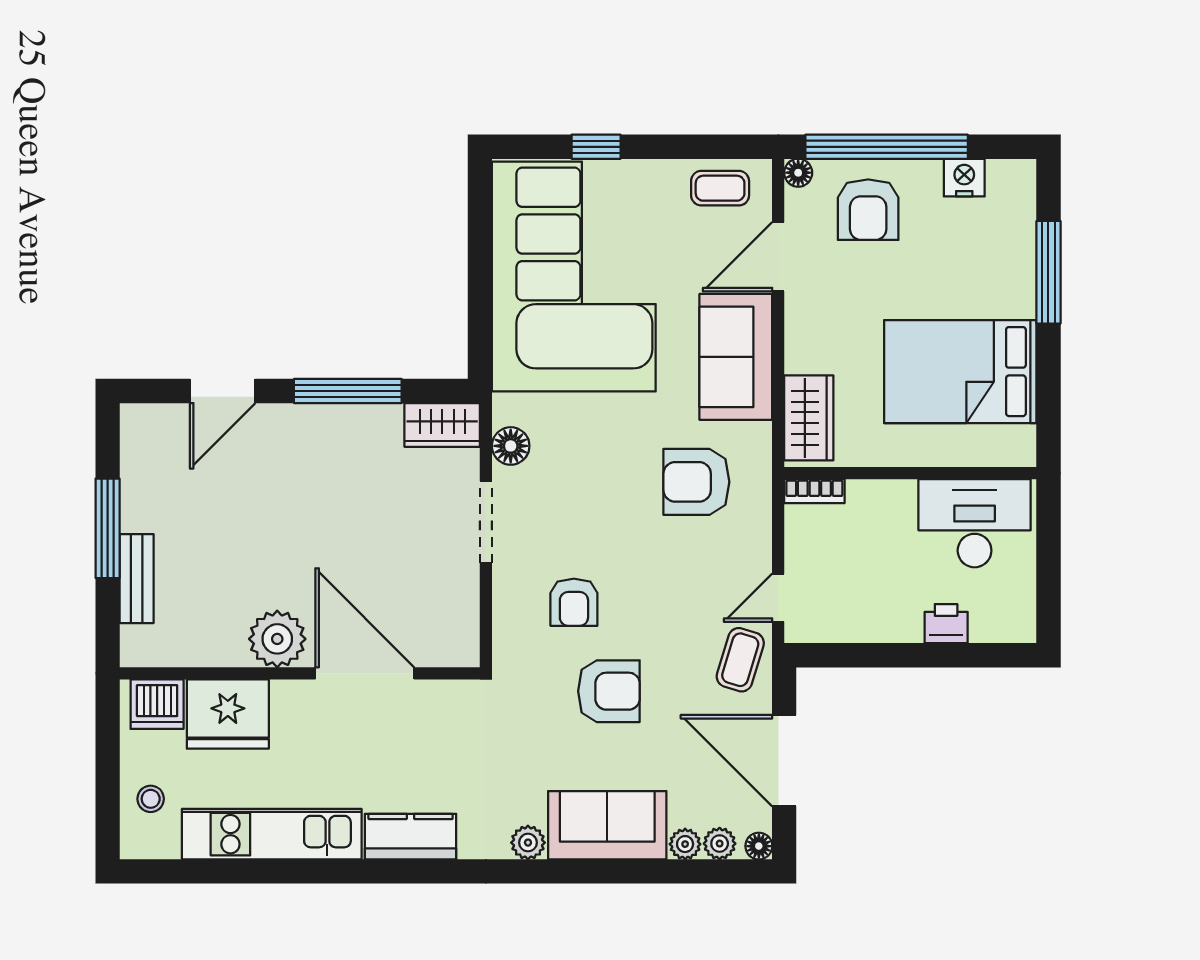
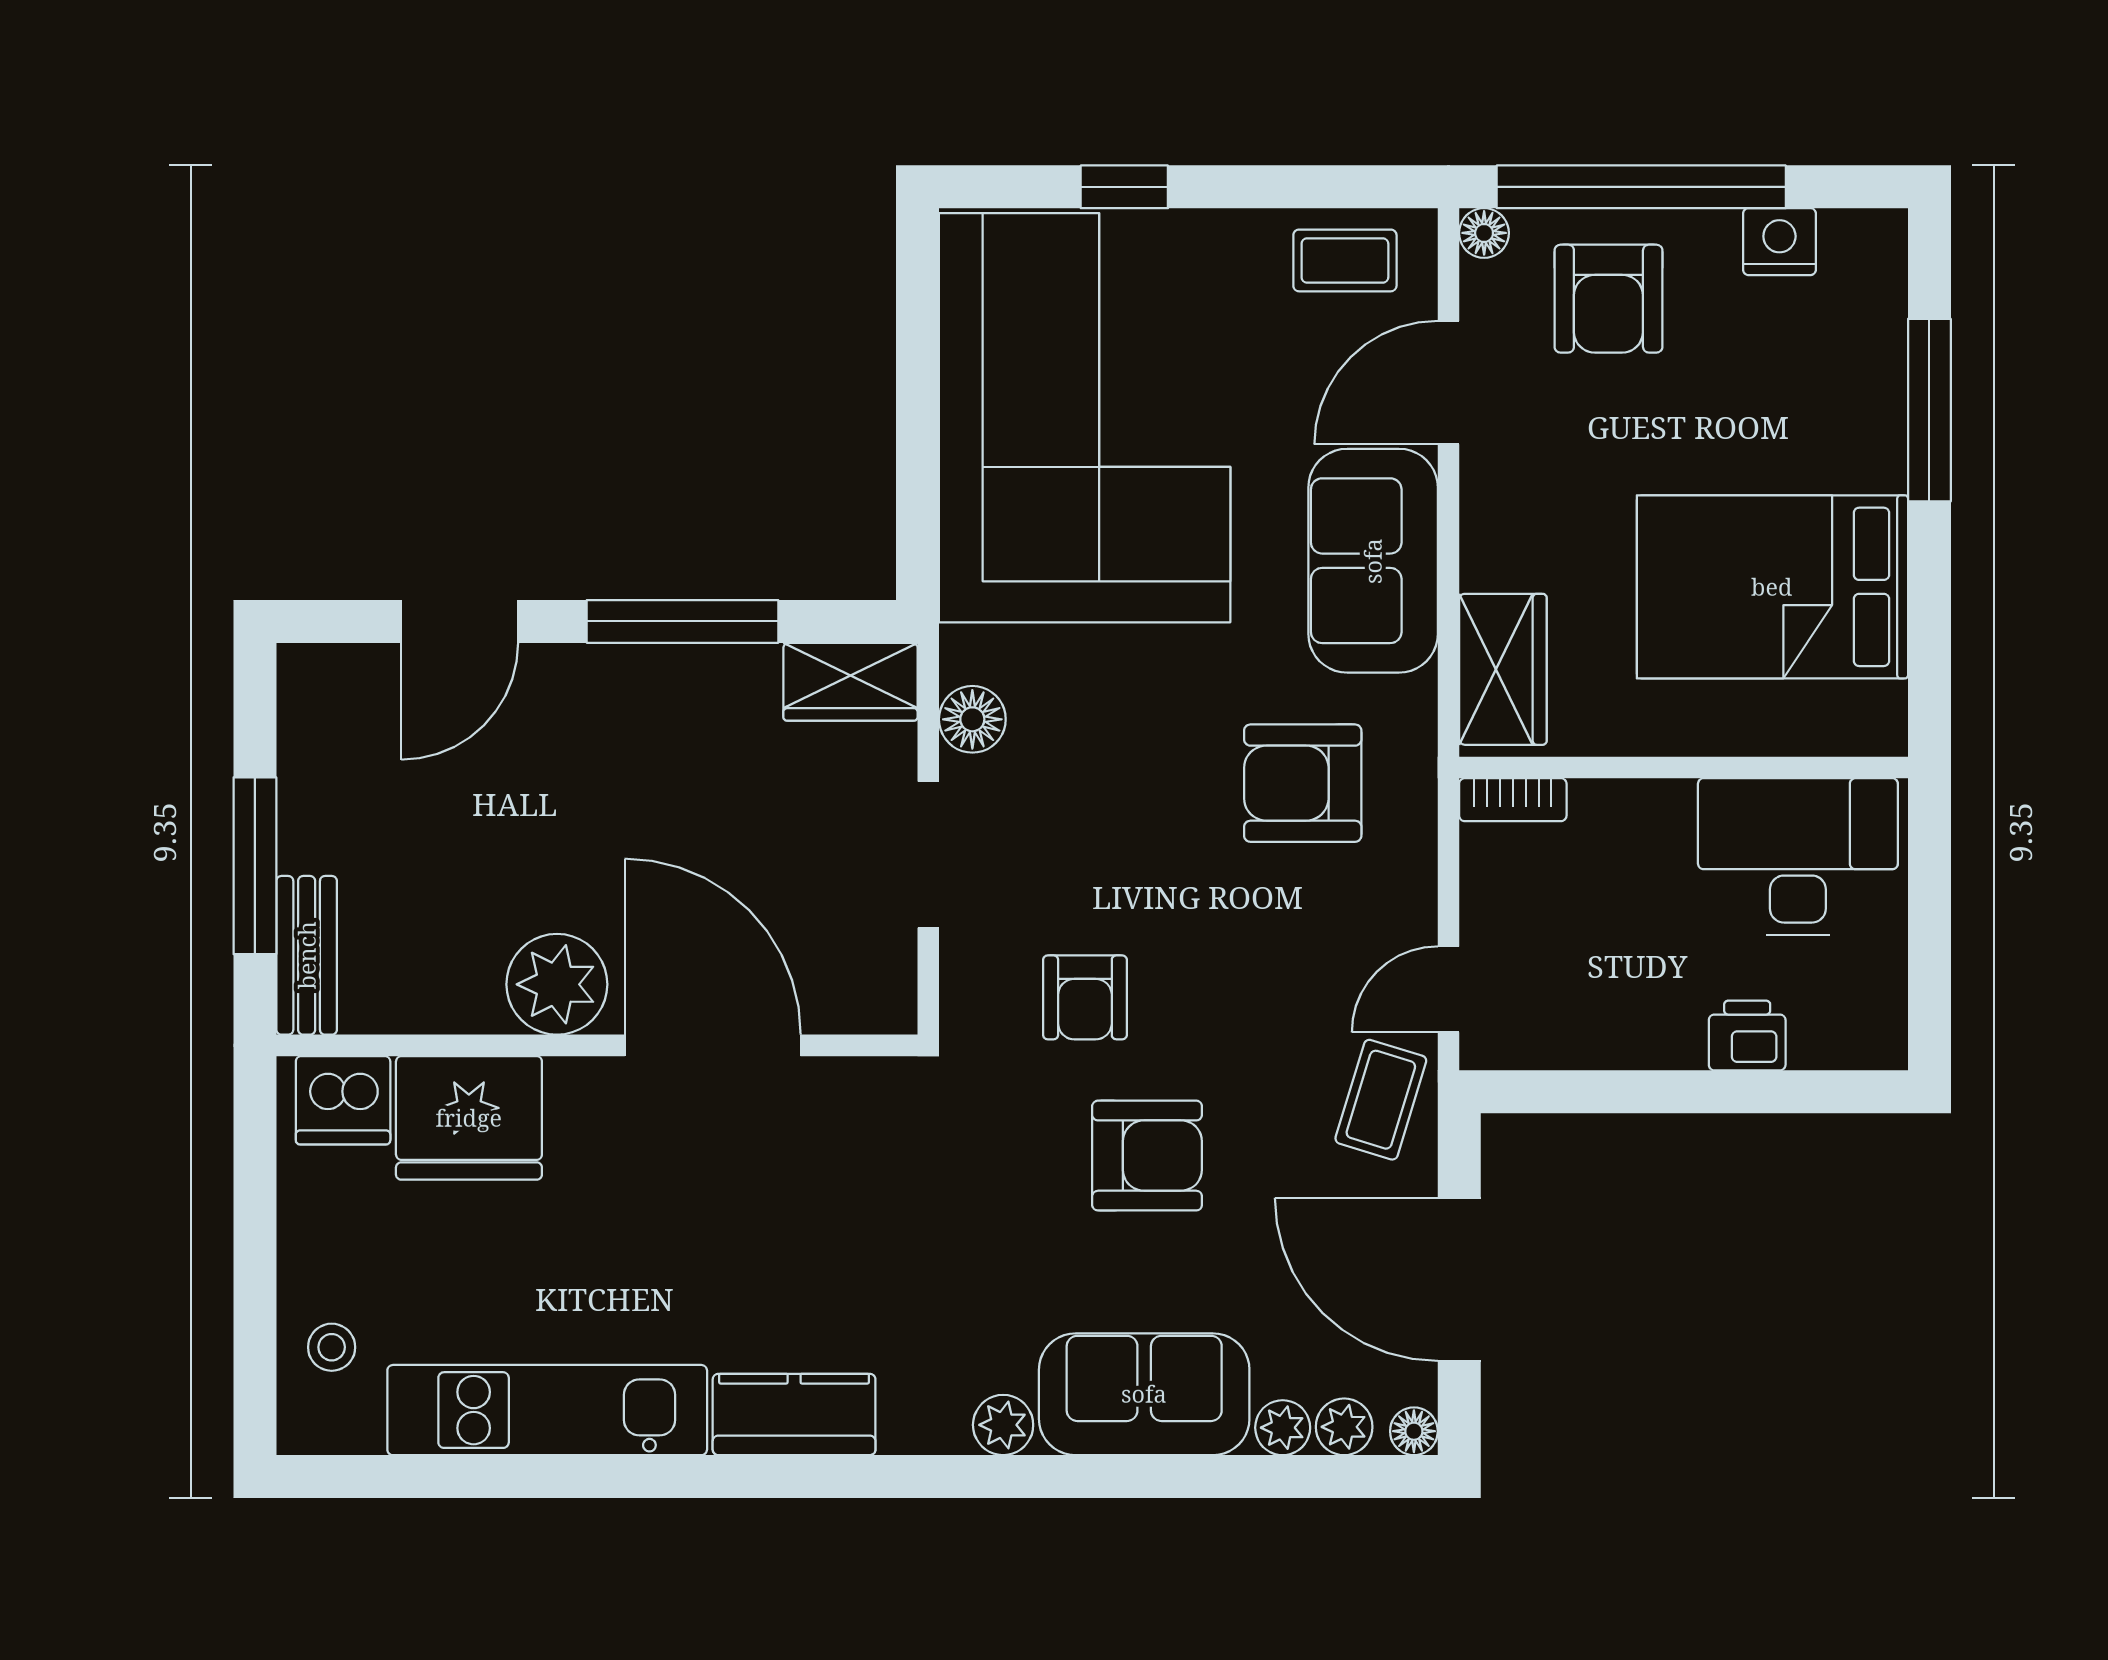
plant: (277, 639) -> (557, 984), moved
wall: (300, 673) -> (597, 1045), moved
door: (365, 673) -> (713, 1045), moved
dishwasher: (157, 704) -> (343, 1100), moved
fridge: (228, 714) -> (469, 1118), moved

